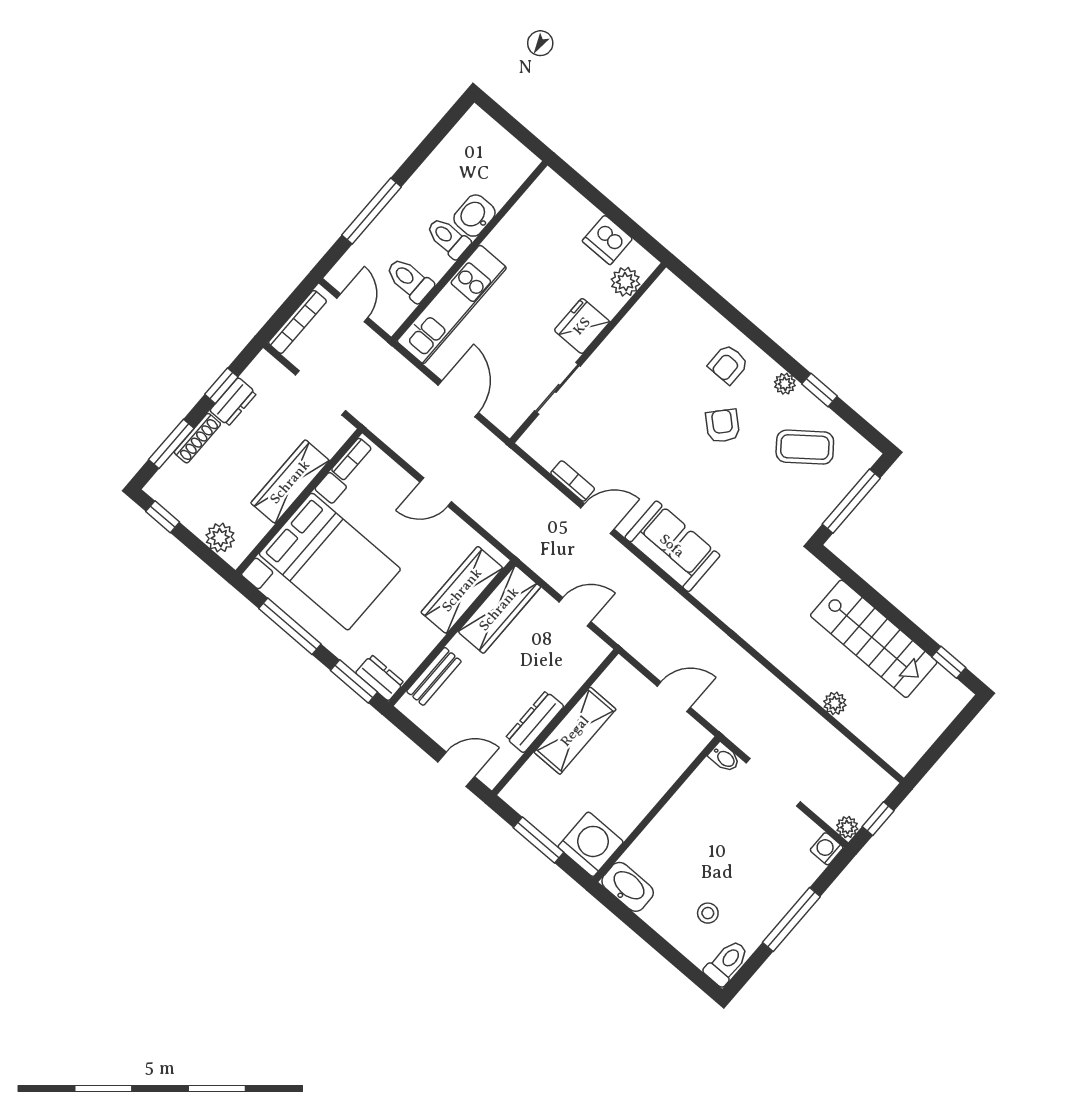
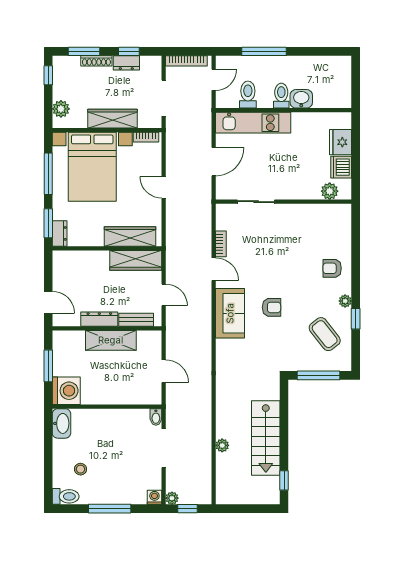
fridge: (582, 326) -> (341, 142), moved, turned -90
armchair: (723, 426) -> (271, 307), moved, turned 48
bench: (434, 676) -> (136, 320), moved

